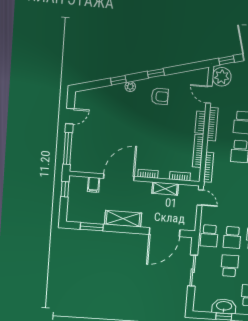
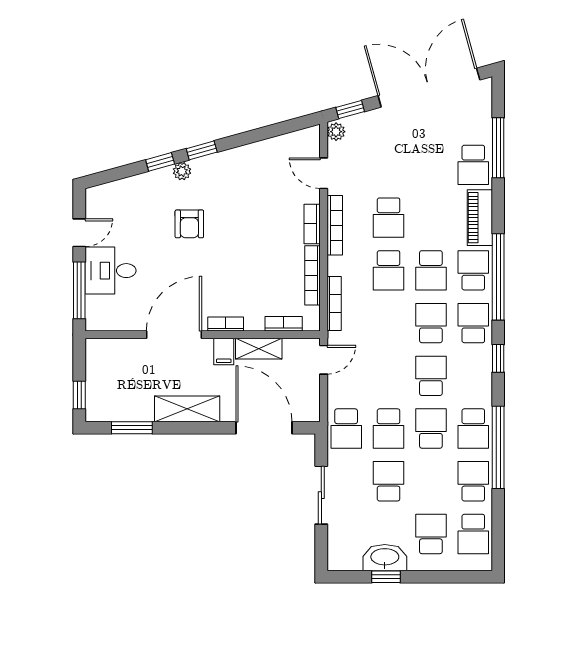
window: (156, 73) -> (202, 150), moved
plant: (222, 77) -> (336, 132), width x0.53, depth x0.53
armchair: (160, 96) -> (189, 224), moved, turned 90
desk: (86, 139) -> (110, 271), added
filing cabinet: (94, 185) -> (224, 351), moved
window: (65, 189) -> (79, 395), moved
door: (200, 198) -> (324, 360), hinge flipped
door: (165, 232) -> (264, 428), swing flipped

